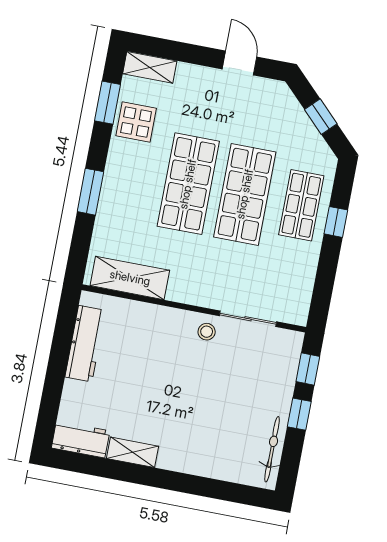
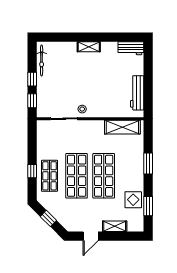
door: (239, 63) -> (91, 236), hinge flipped
shelving: (150, 67) -> (115, 226), moved
shelving: (133, 452) -> (89, 47), moved

